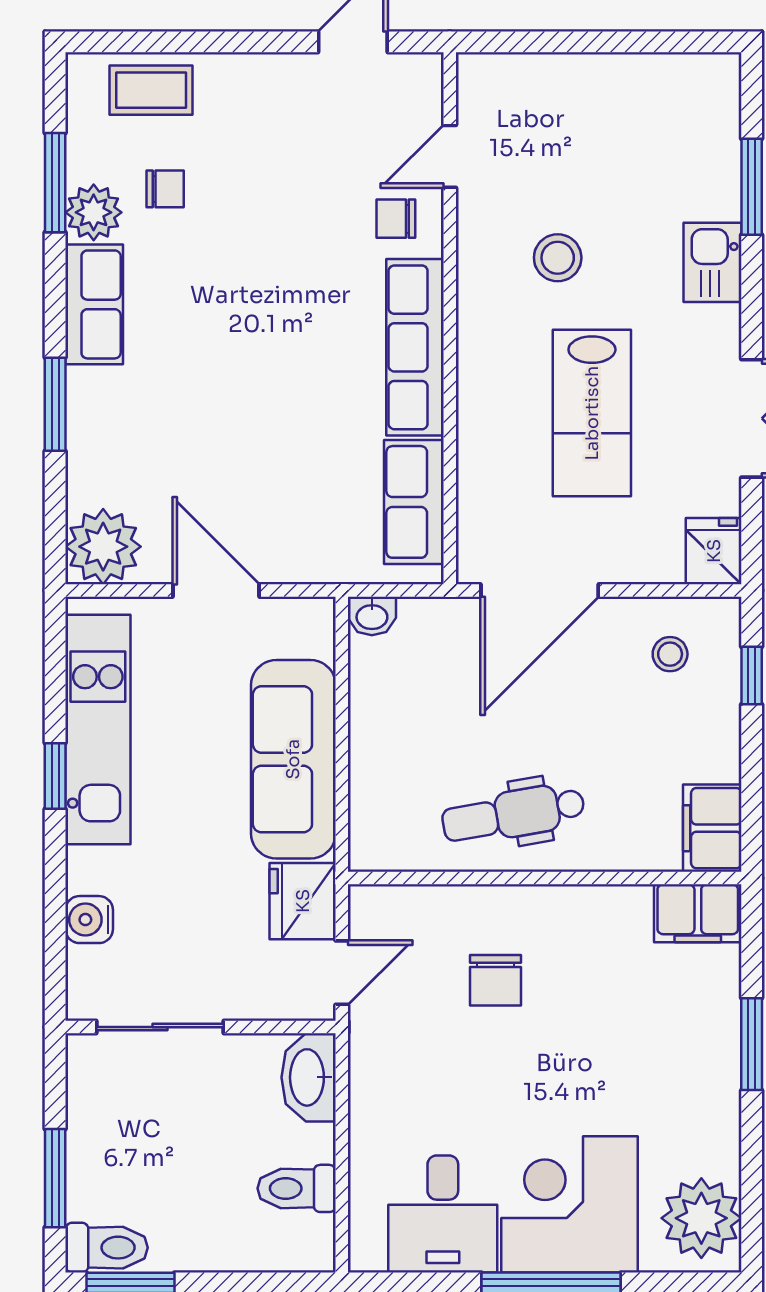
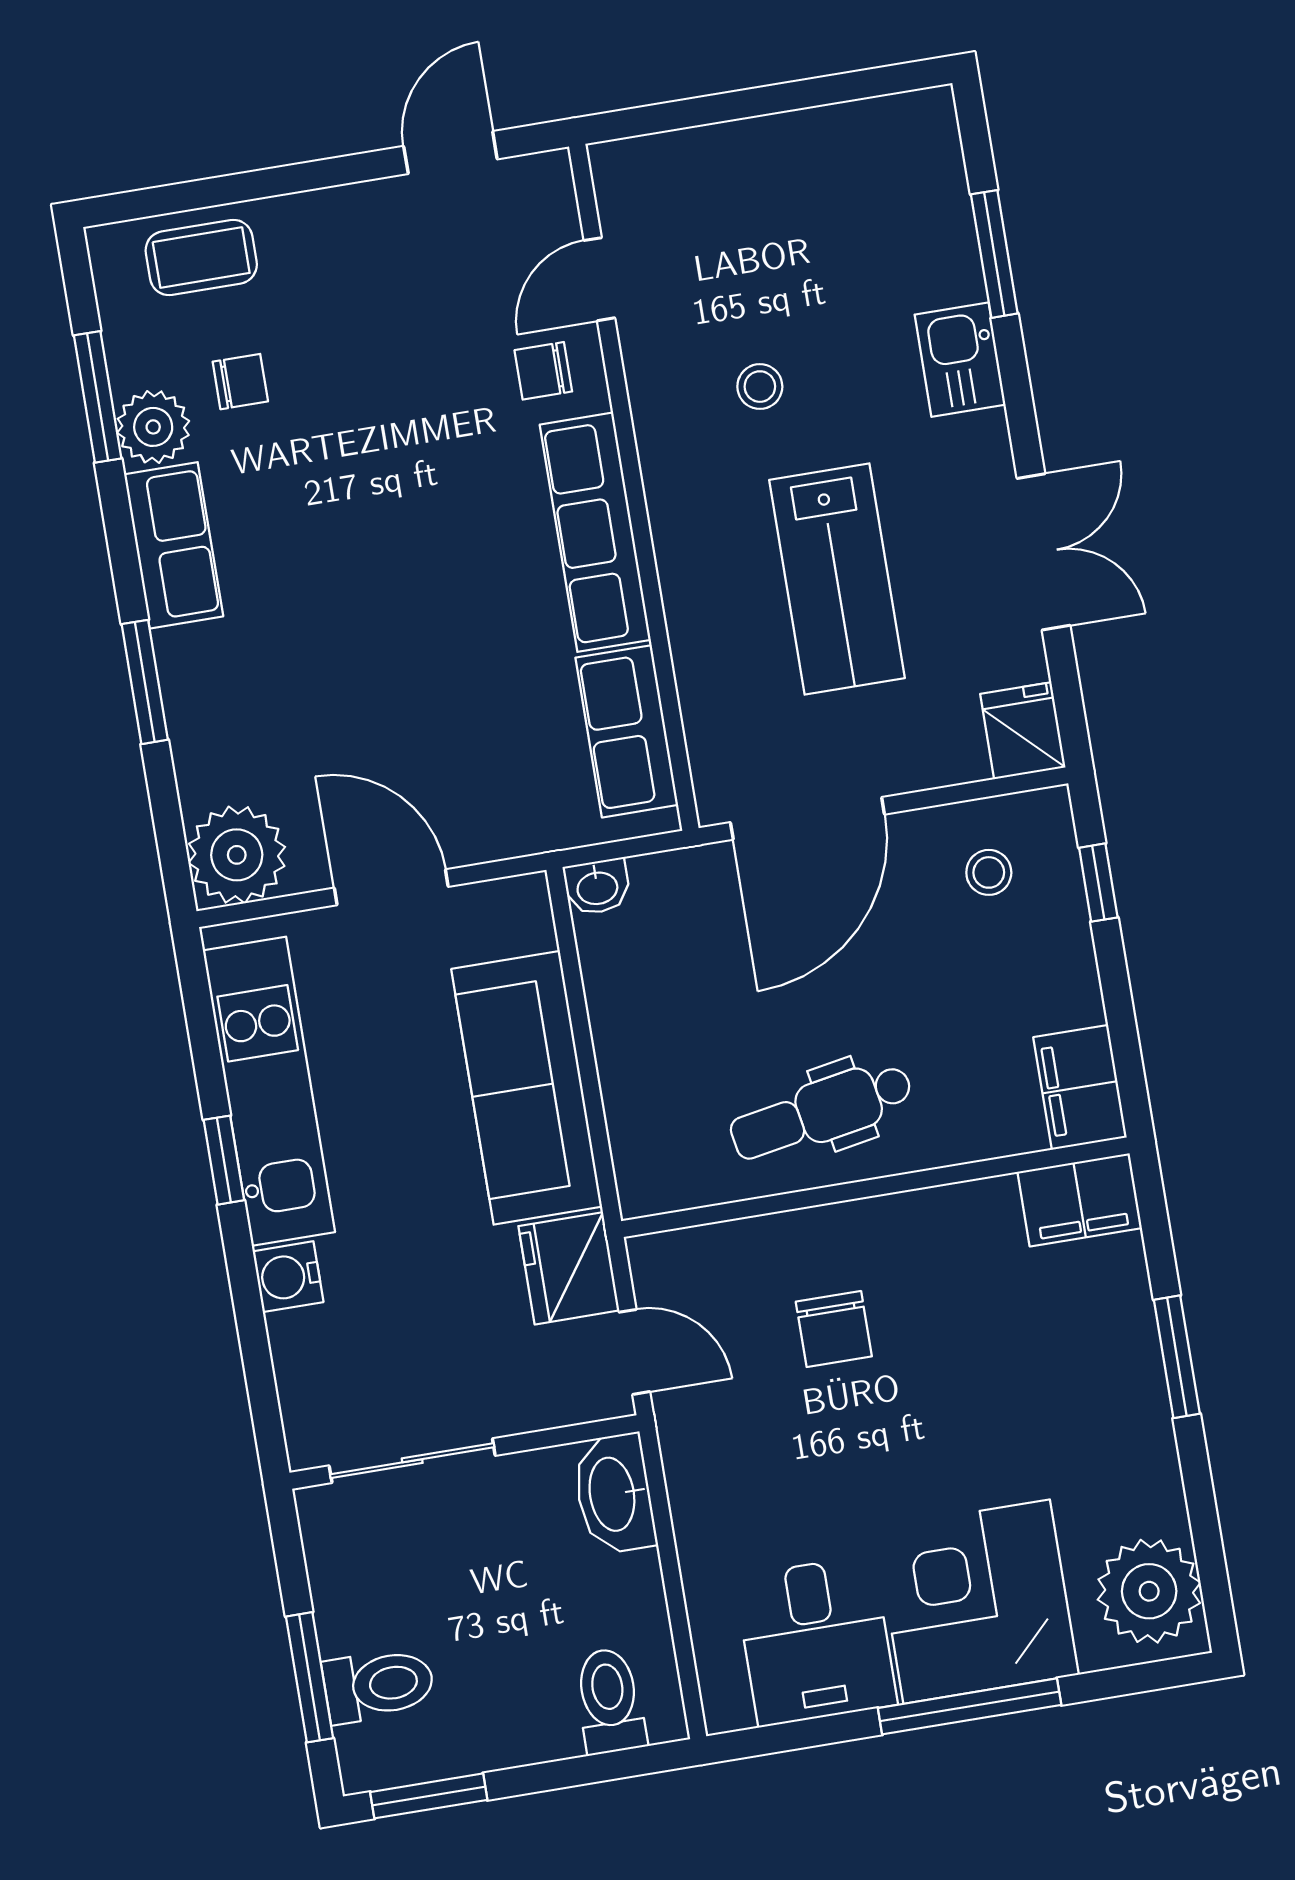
stool: (558, 258) -> (760, 387), width x0.73, depth x0.73
water cooler: (89, 920) -> (288, 1277), moved
door: (342, 973) -> (634, 1352), hinge flipped
toilet: (297, 1188) -> (610, 1701), moved, turned 90
toilet: (107, 1248) -> (379, 1685), moved

